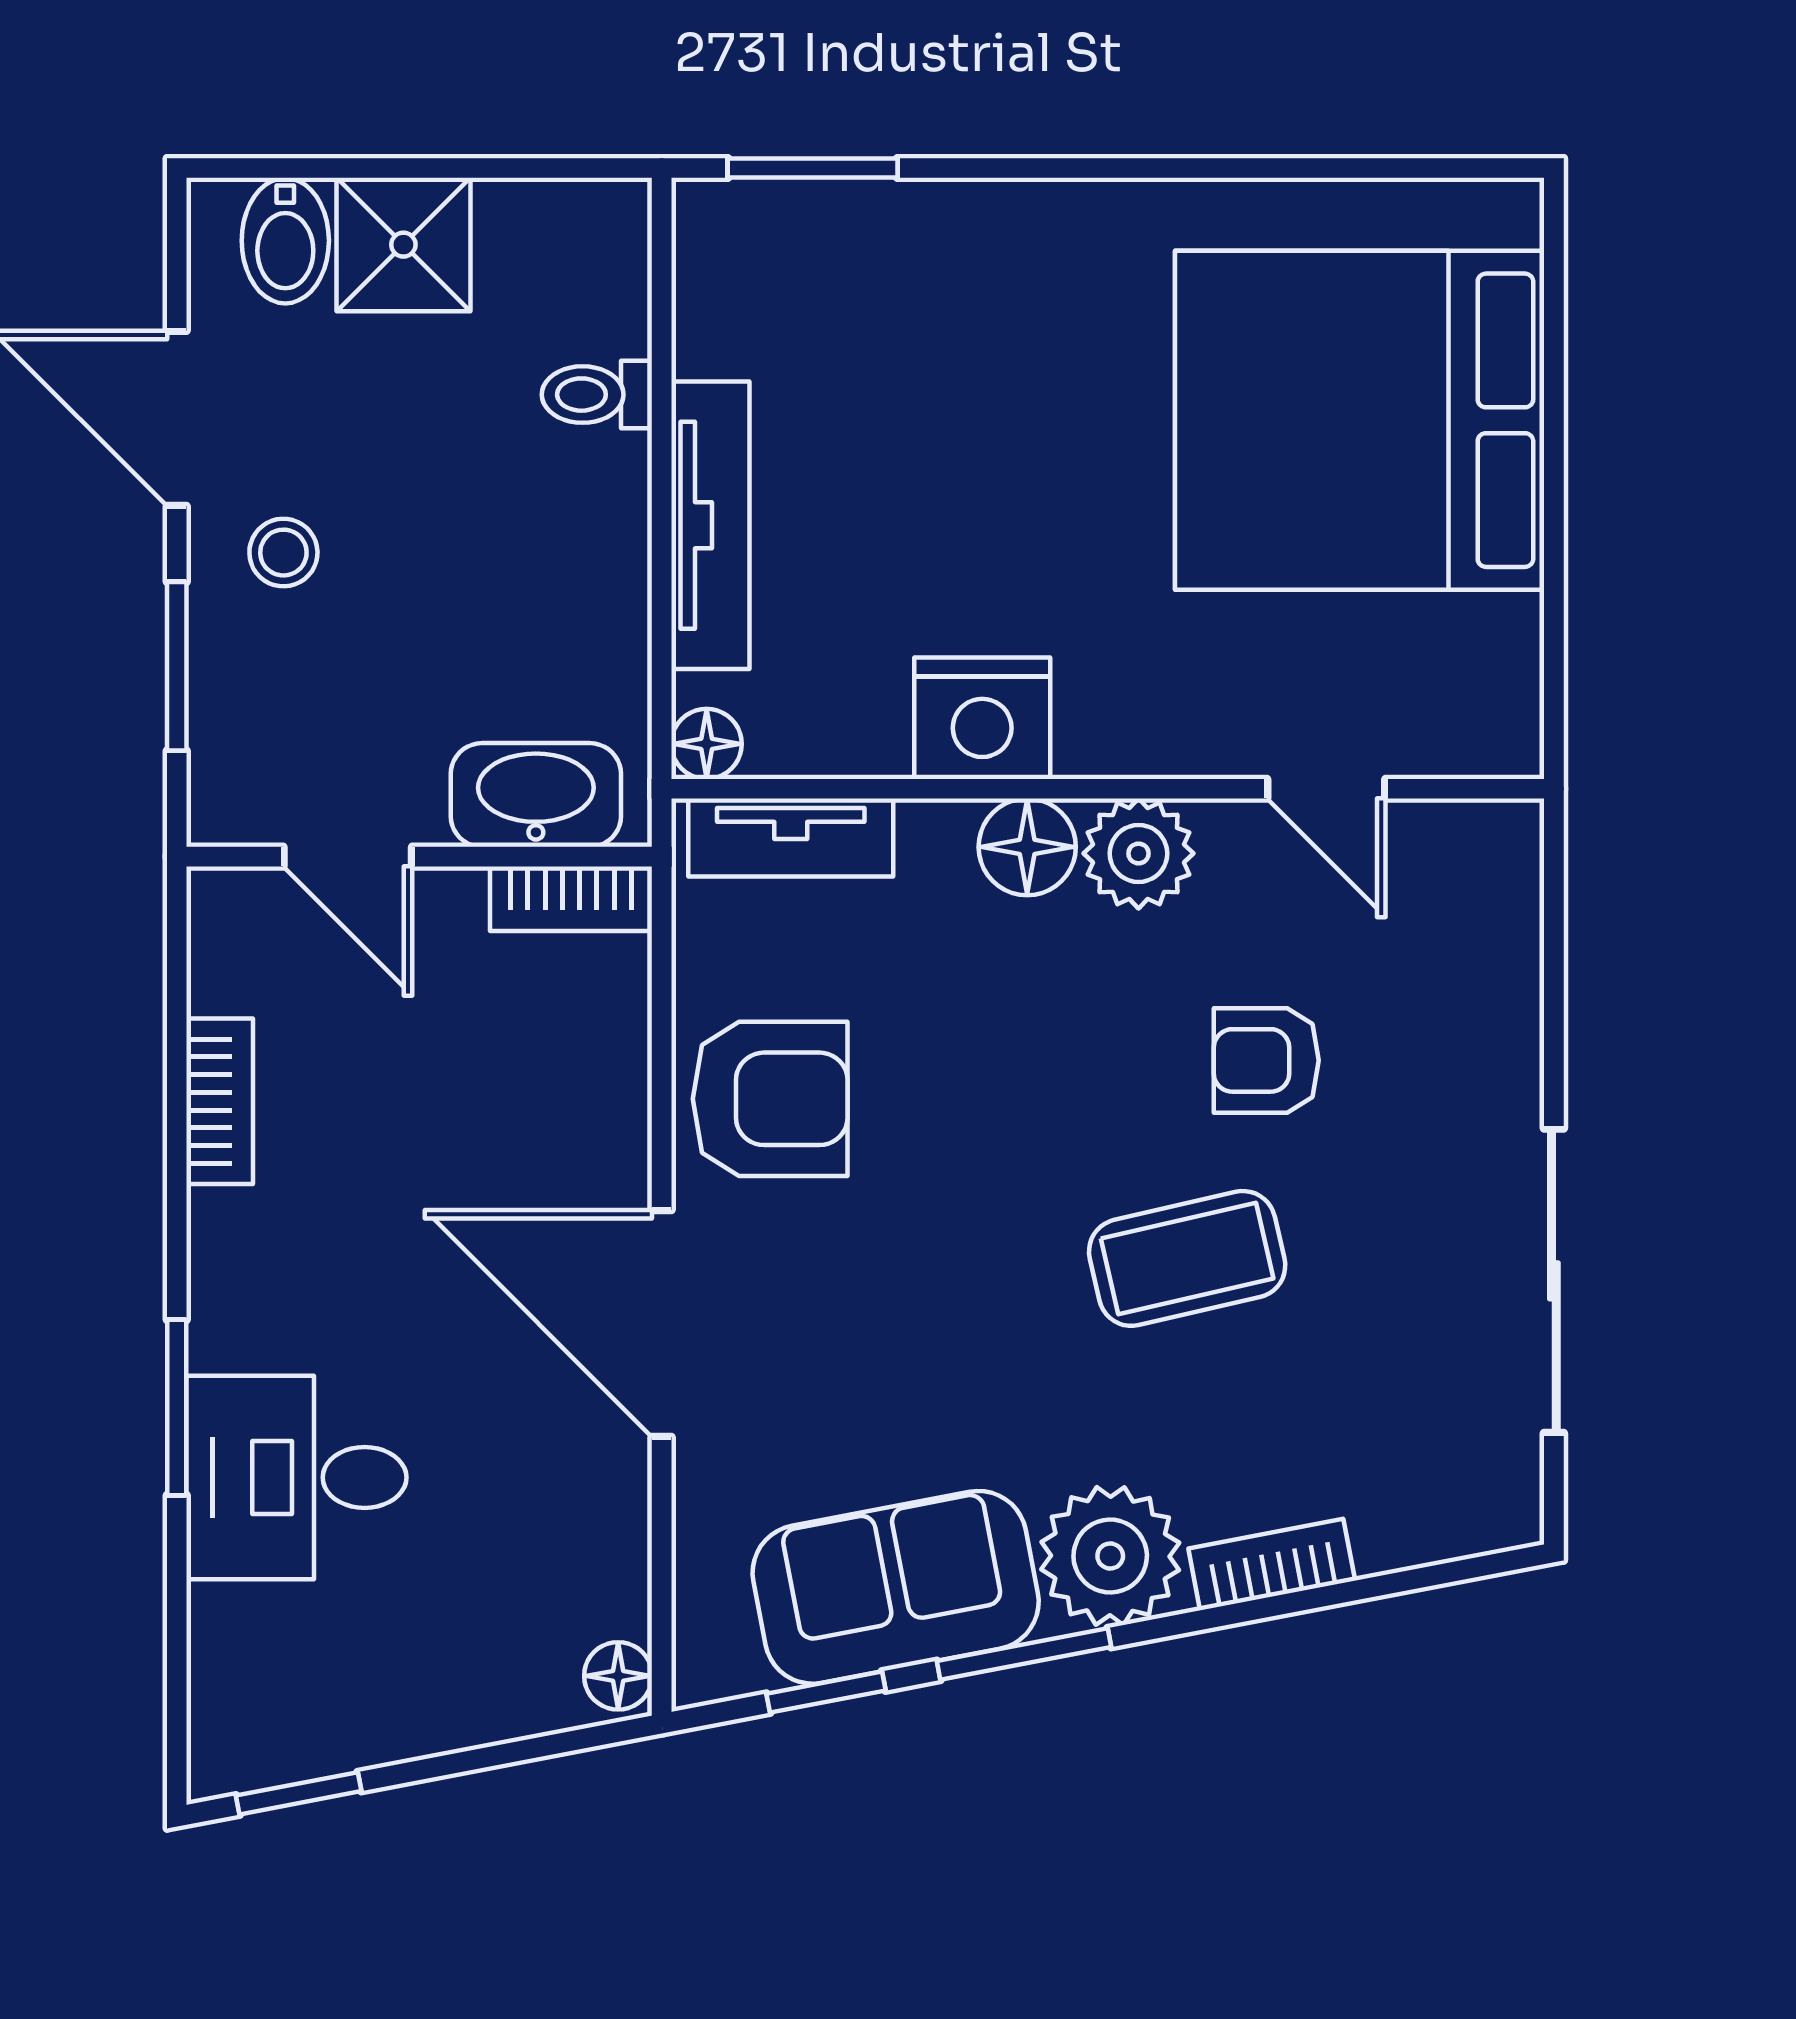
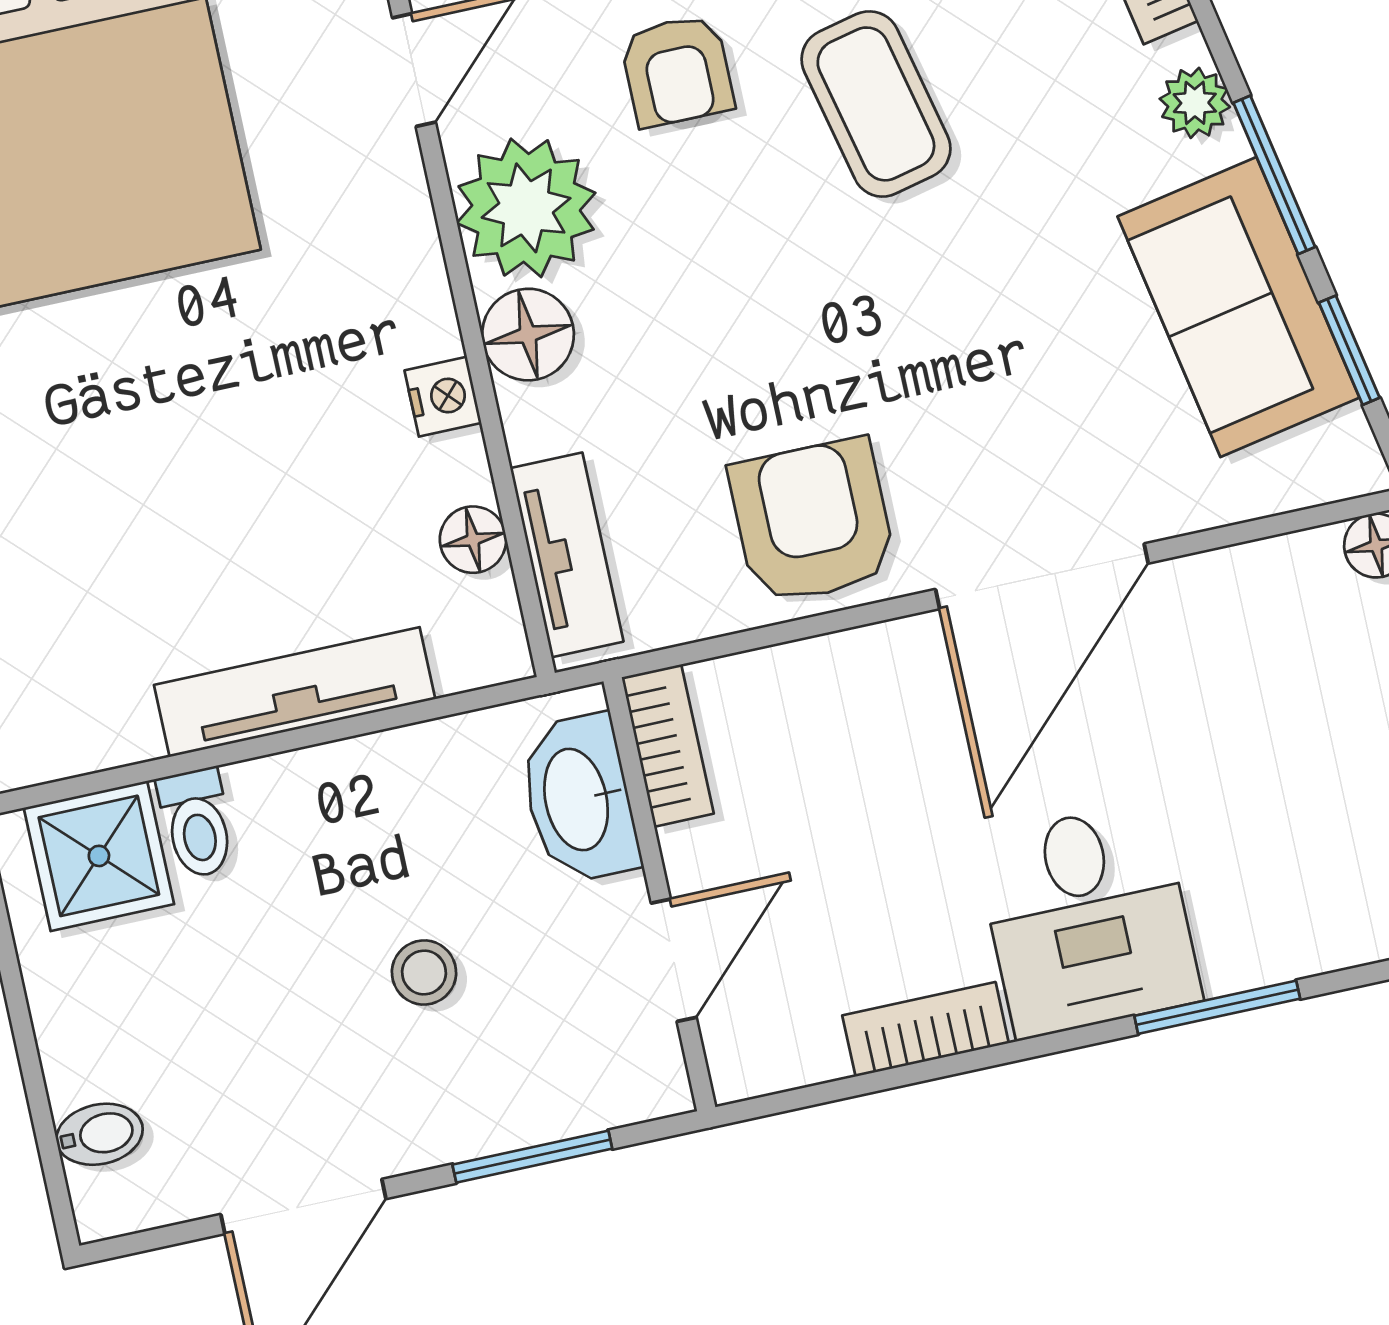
bidet: (285, 241) -> (100, 1134), width x0.72, depth x0.74
shower: (403, 245) -> (99, 856), moved
stool: (283, 553) -> (424, 972), moved
nightstand: (982, 718) -> (443, 397), width x0.53, depth x0.56
floor lamp: (707, 744) -> (473, 540), moved
plant: (1139, 853) -> (526, 208), width x1.36, depth x1.36
desk: (296, 1477) -> (1088, 920), moved
plant: (1110, 1556) -> (1195, 103), width x0.53, depth x0.53

